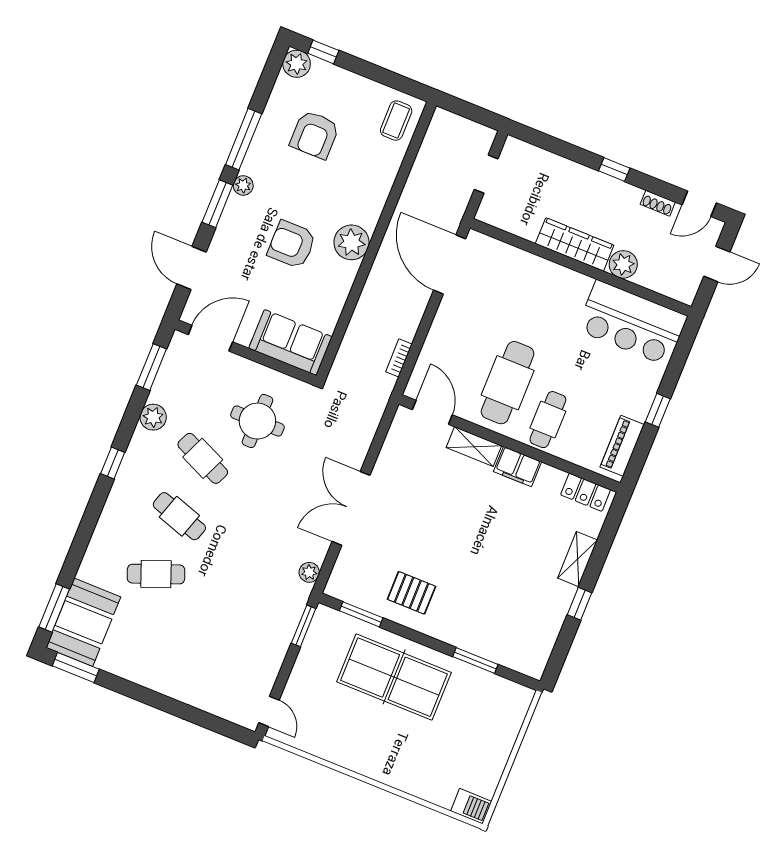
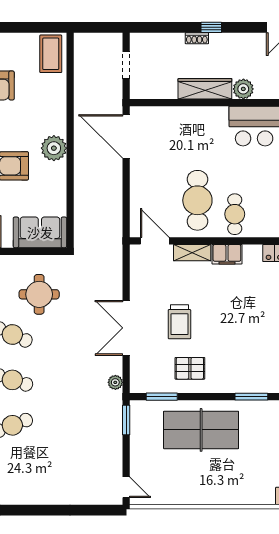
coffee table: (396, 121) -> (51, 54), width x1.36, depth x1.30
shoe rack: (658, 203) -> (197, 38), moved
bookcase: (399, 358) -> (117, 213), removed
trolley: (422, 528) -> (179, 322), added

